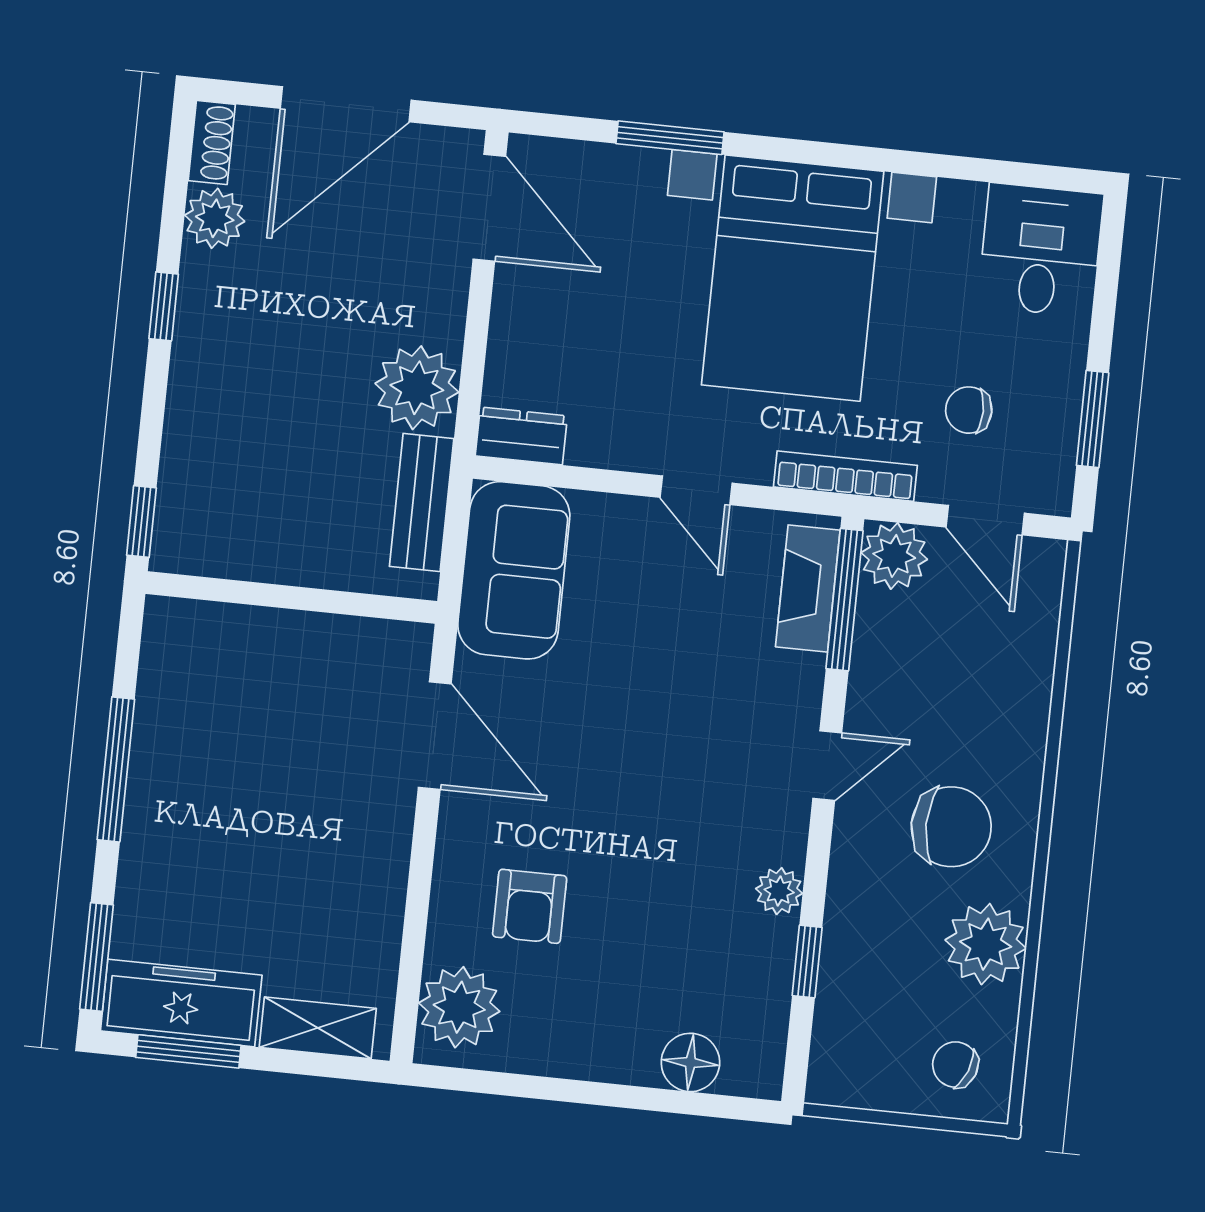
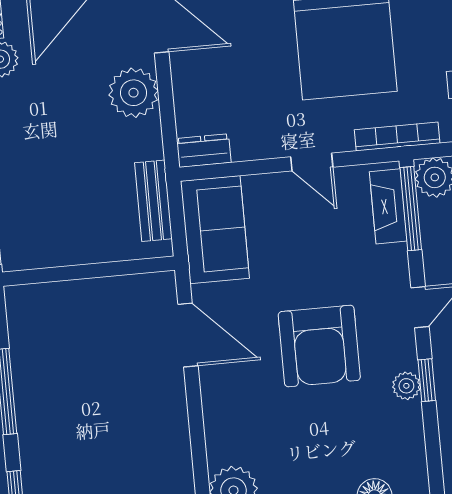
plant: (417, 388) -> (134, 93), moved
armchair: (530, 906) -> (319, 346), moved, width x1.88, depth x1.88
window: (807, 962) -> (427, 380), moved

